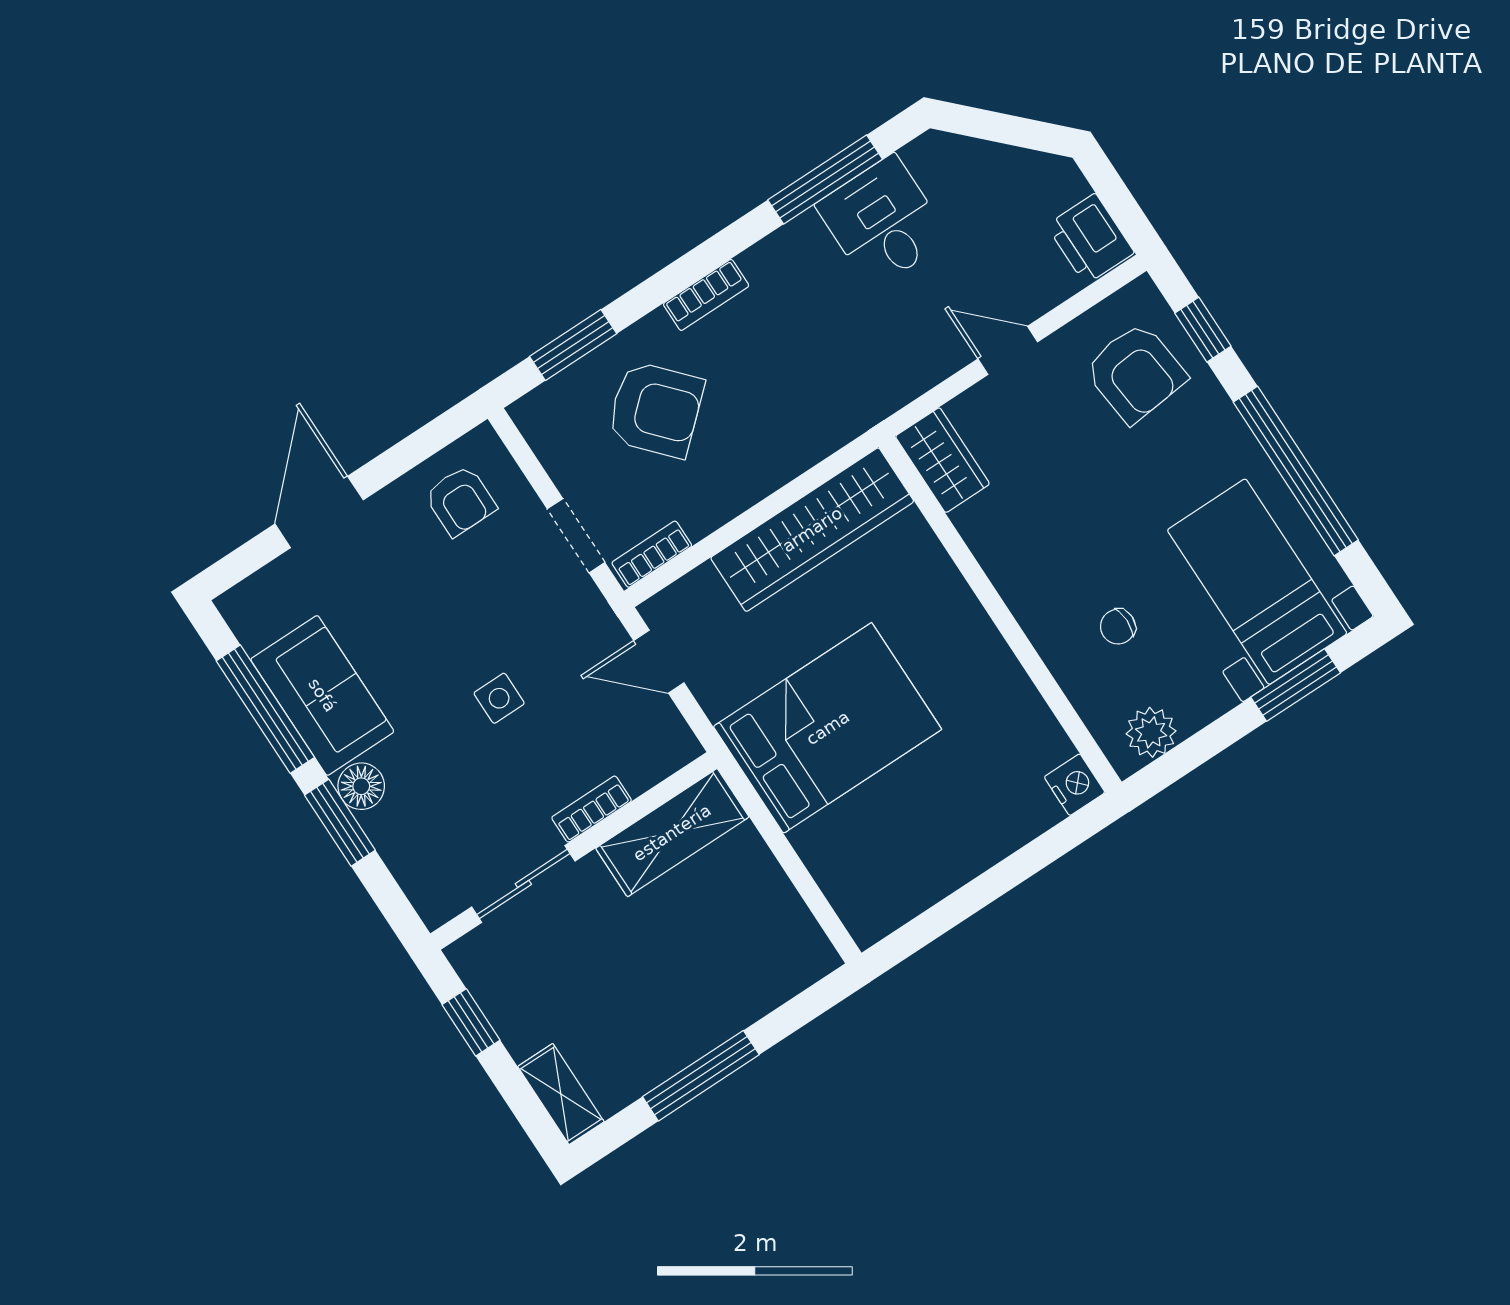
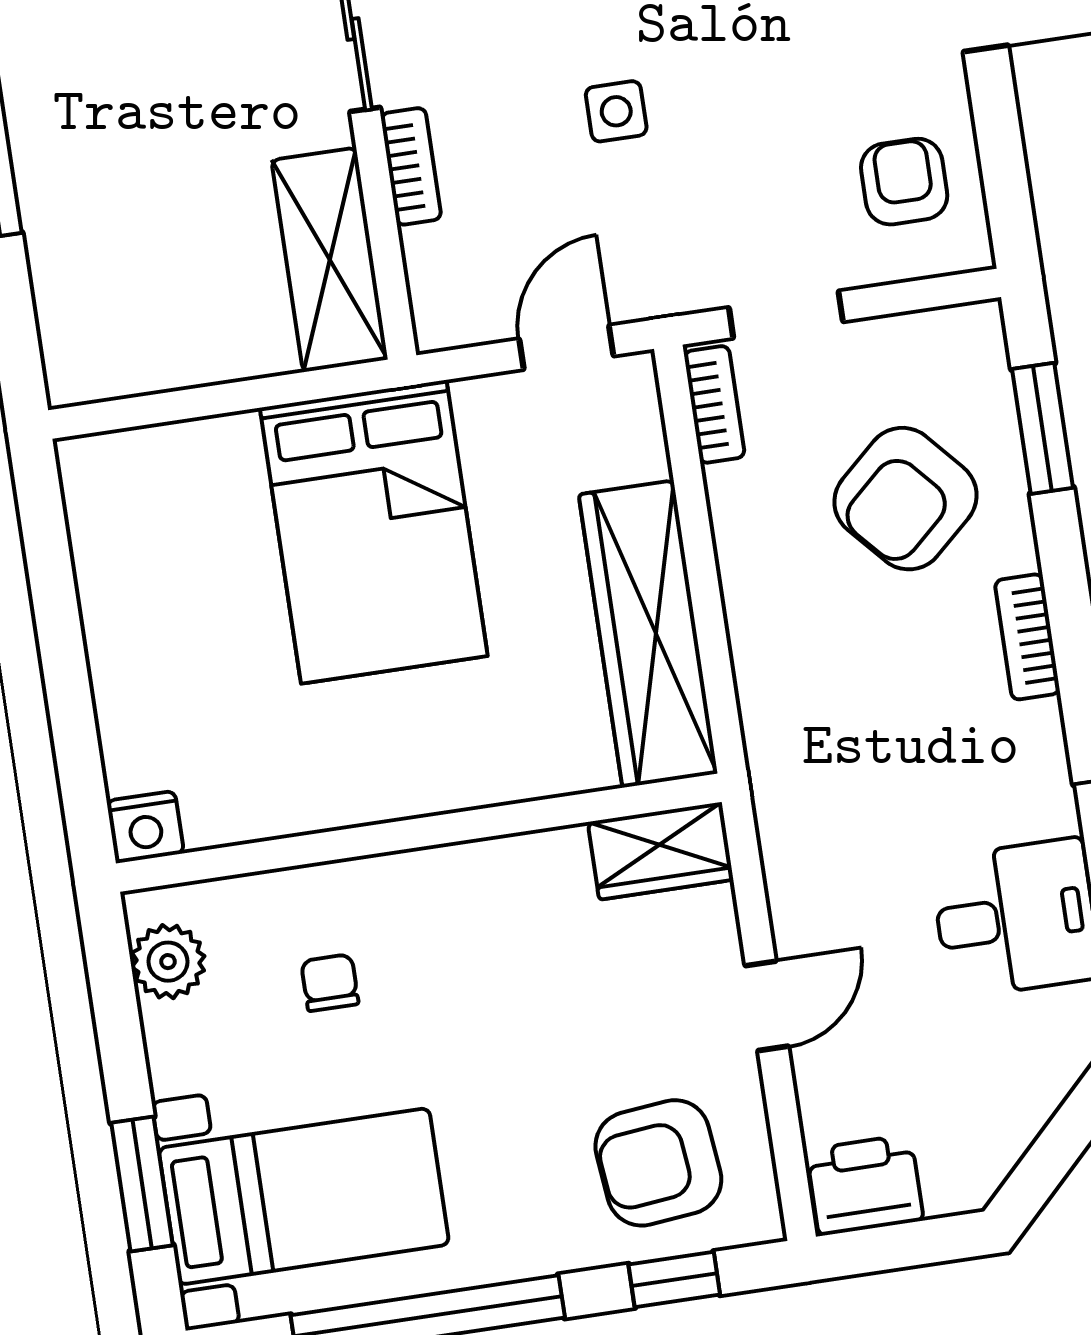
armchair: (460, 501) -> (904, 182), turned 90

